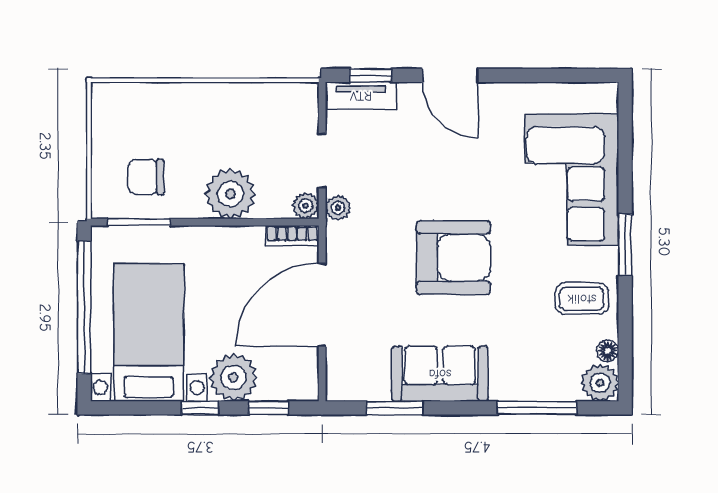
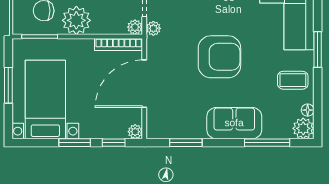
plant: (230, 194) -> (76, 20), moved
bookcase: (292, 236) -> (119, 44), width x1.56
window: (84, 307) -> (8, 85), width x0.47
sofa: (440, 374) -> (234, 123), moved
plant: (233, 377) -> (135, 132), moved, width x0.53, depth x0.53
window: (200, 408) -> (75, 143), width x1.50

